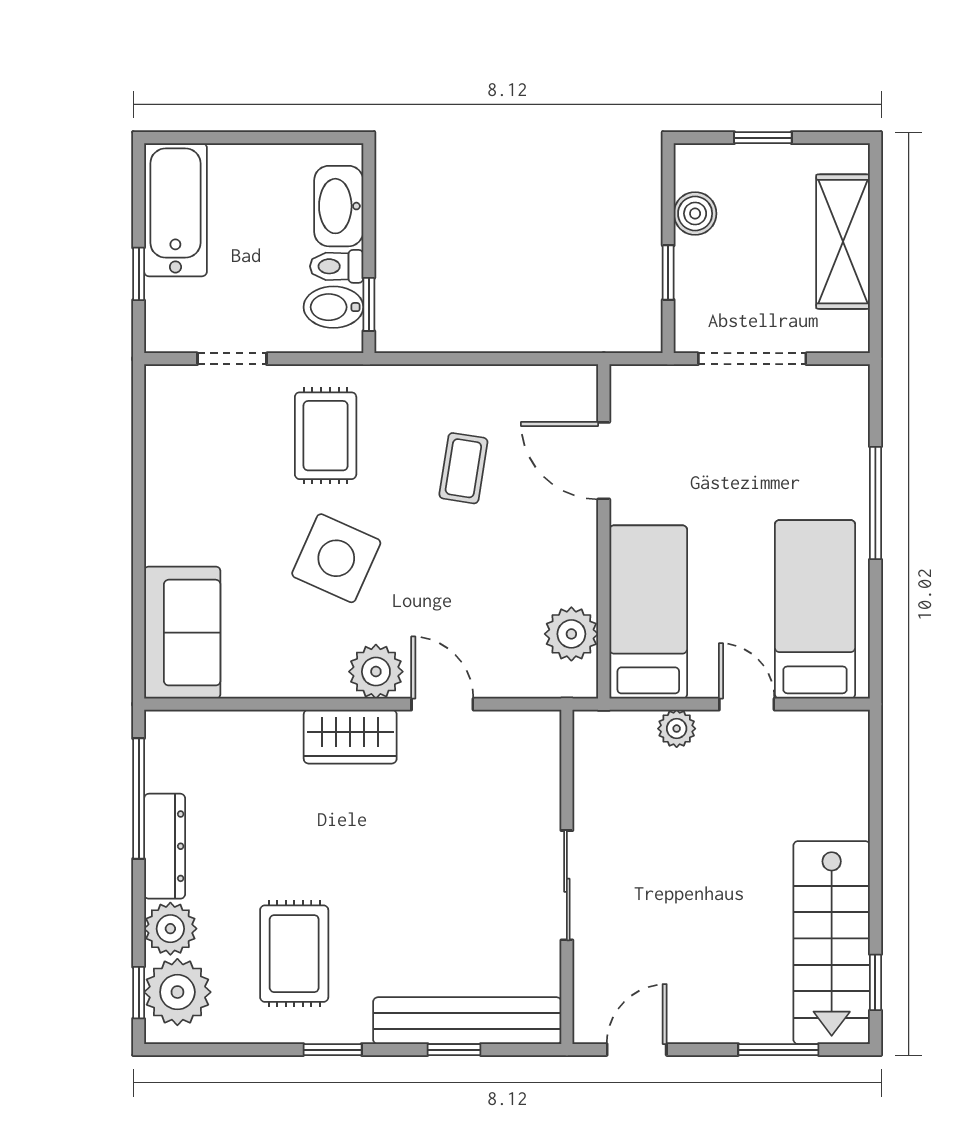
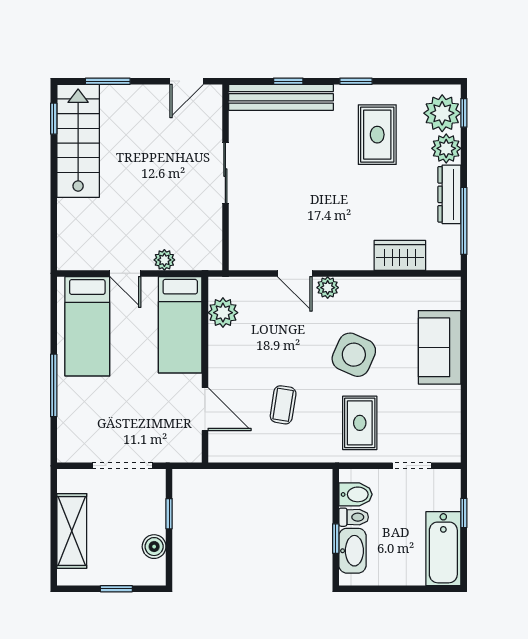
window: (369, 304) -> (336, 539), moved
sofa: (182, 633) -> (440, 347), moved
plant: (376, 672) -> (328, 288), width x0.73, depth x0.73
wardrobe: (350, 737) -> (400, 255), moved

